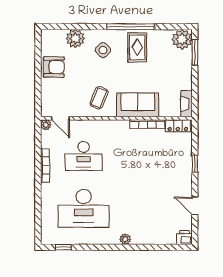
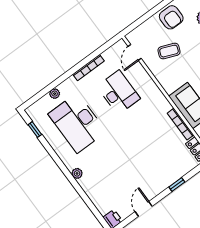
coffee table: (99, 98) -> (169, 51), moved
plant: (46, 125) -> (55, 94), moved
desk: (84, 156) -> (118, 92), turned 180

